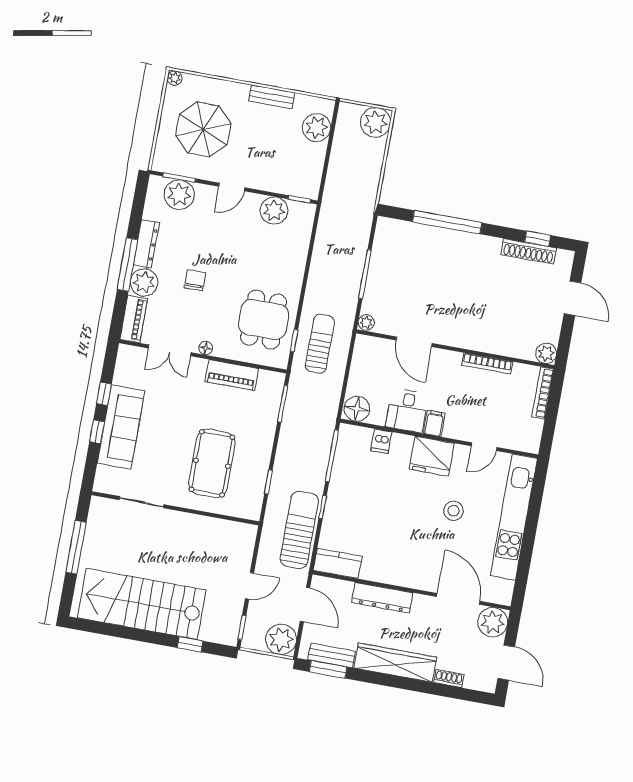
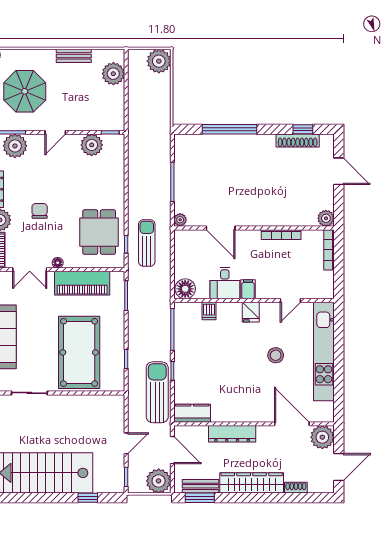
piano: (232, 375) -> (82, 283), width x1.37, depth x1.33
fridge: (432, 456) -> (251, 312), width x0.53, depth x0.75
pool table: (212, 463) -> (79, 352), width x1.36, depth x1.32
door: (506, 663) -> (339, 467), hinge flipped

